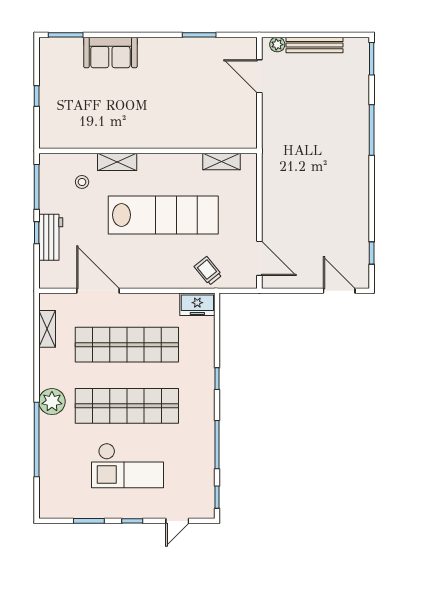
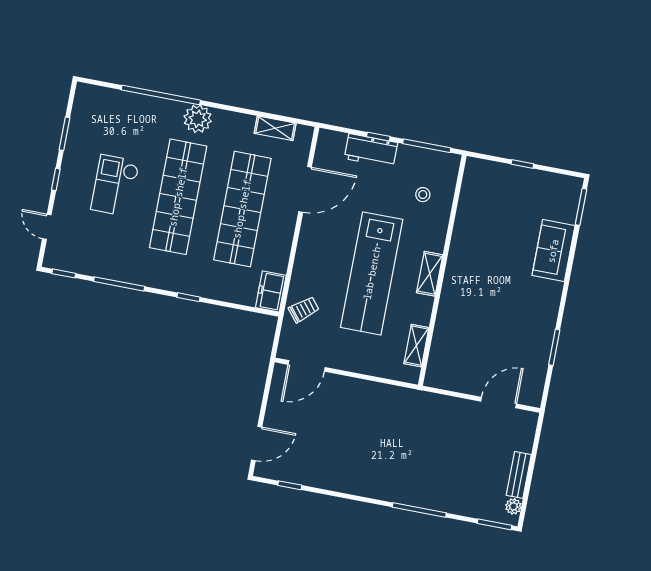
plant: (277, 45) -> (513, 506), moved
bench: (315, 45) -> (519, 475), width x0.73
shelving: (117, 162) -> (430, 274), moved
checkout: (128, 466) -> (115, 186), width x0.73, depth x0.83

